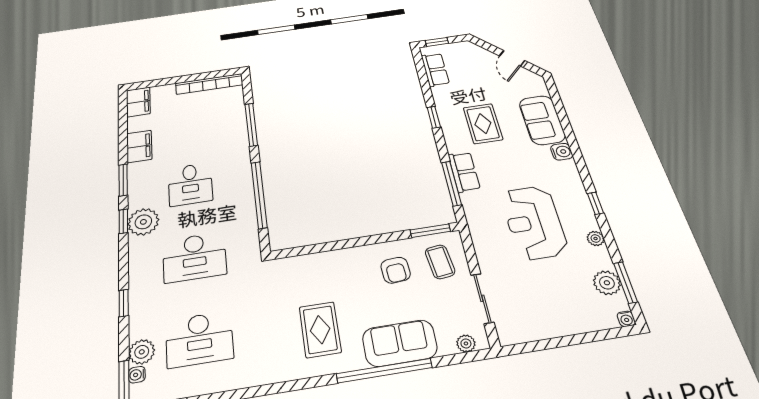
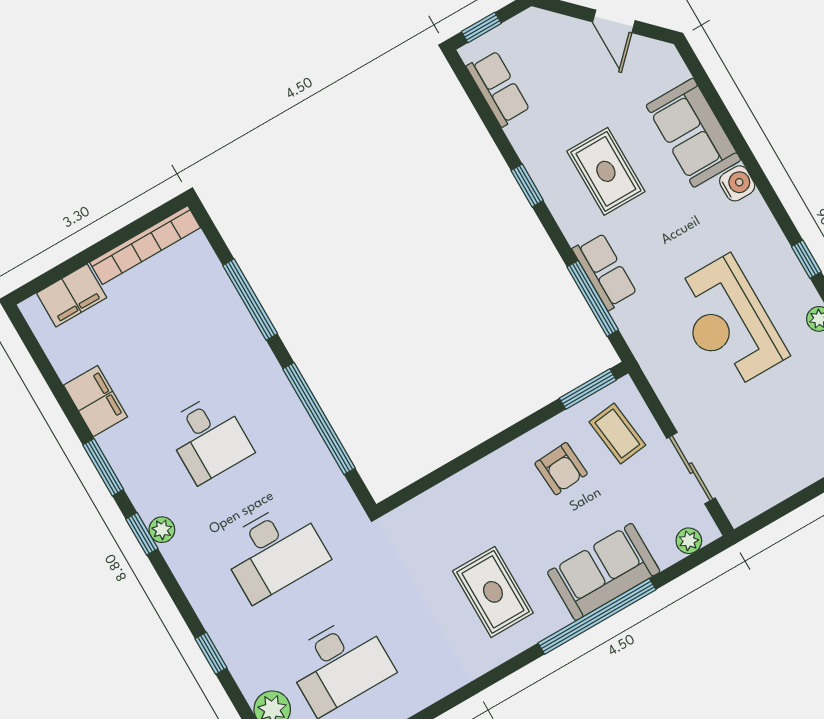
filing cabinet: (138, 102) -> (72, 295), moved, turned 90
plant: (143, 222) -> (162, 530), width x0.53, depth x0.53

